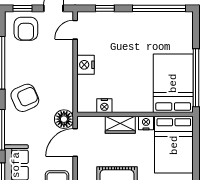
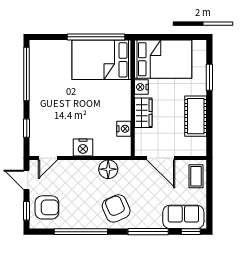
door: (75, 30) -> (48, 158), hinge flipped
floor lamp: (64, 119) -> (108, 169), moved

